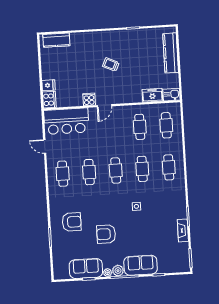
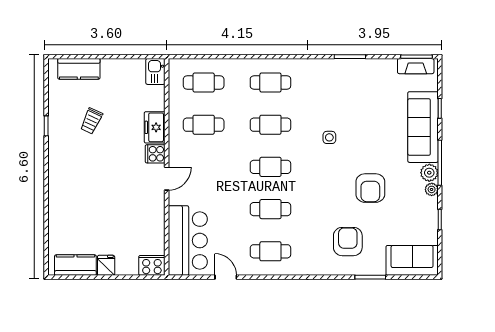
kitchen counter: (56, 40) -> (75, 265), moved, turned -90
kitchen counter: (171, 53) -> (79, 69), width x0.67
trolley: (111, 65) -> (91, 121), moved
fridge: (49, 85) -> (106, 265), moved
freezer: (152, 95) -> (155, 127), moved
cooker: (89, 99) -> (155, 154), moved
door: (104, 106) -> (167, 179), hinge flipped
door: (45, 146) -> (226, 277), swing flipped
fireplace: (183, 230) -> (416, 66), moved
sofa: (141, 265) -> (423, 127), width x1.36
sofa: (86, 269) -> (412, 260), moved, turned 90

